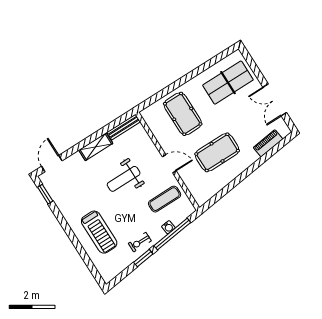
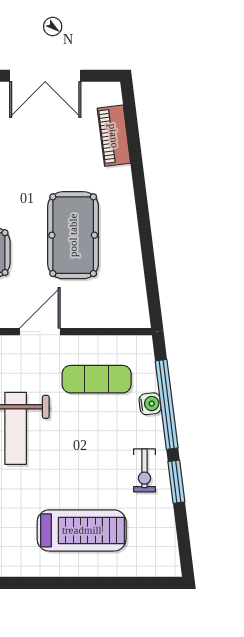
exercise mat: (165, 199) -> (97, 379), turned 90

